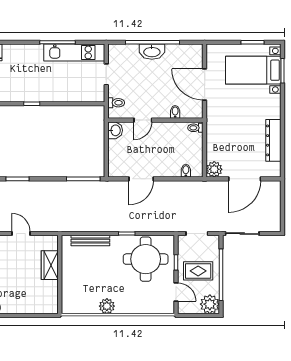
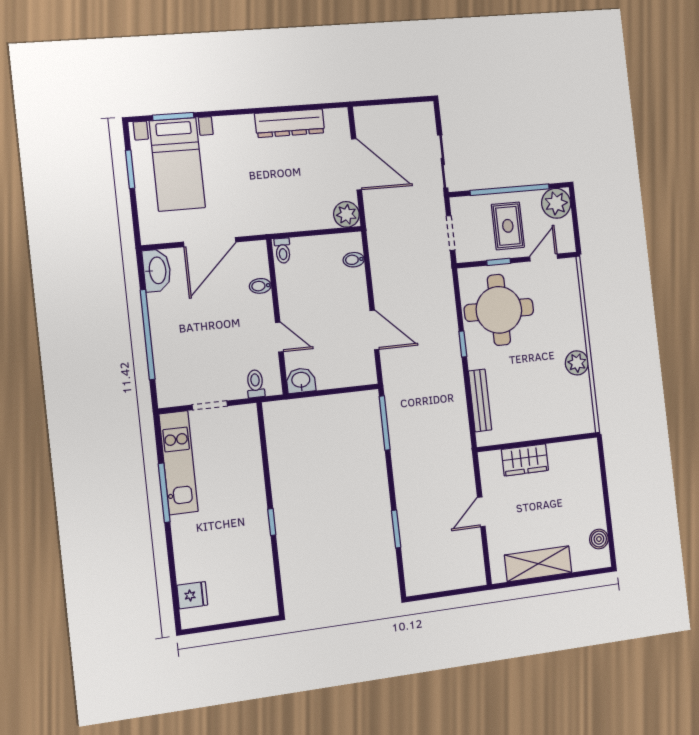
washbasin: (152, 52) -> (157, 270), moved

